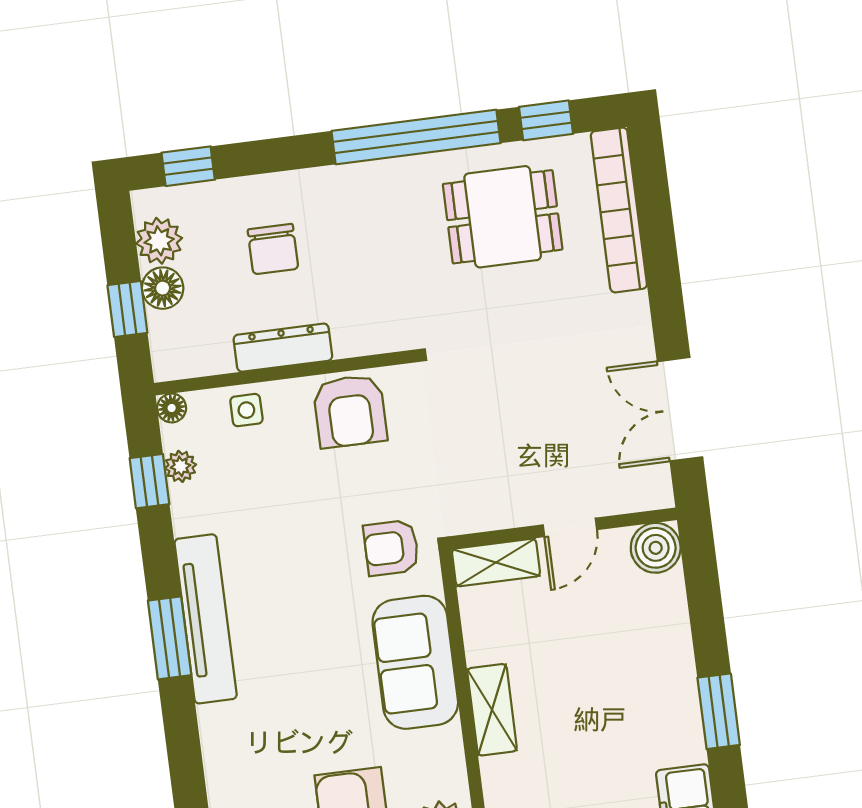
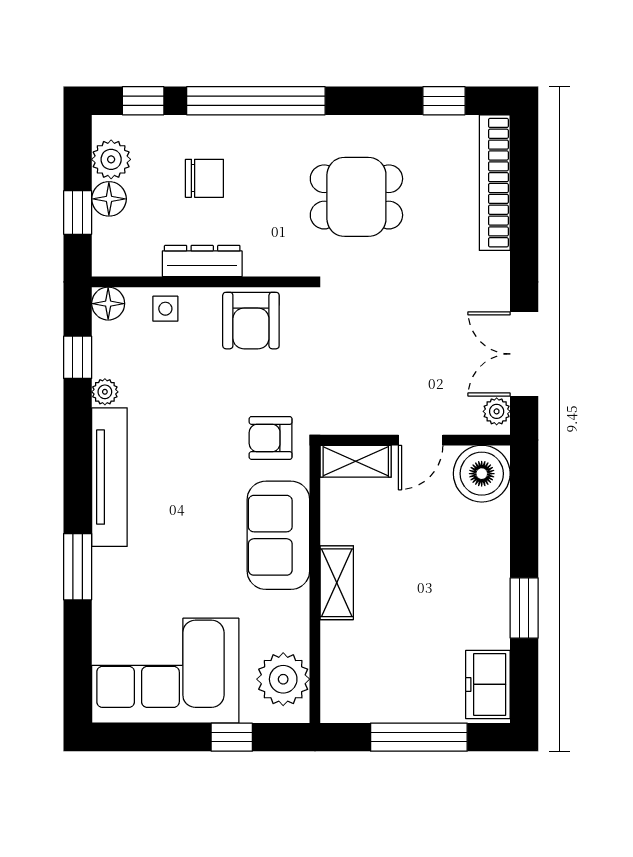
window: (416, 137) -> (256, 101), moved
dining table: (503, 217) -> (356, 197), moved
chair: (273, 249) -> (204, 178), turned -90
floor lamp: (172, 408) -> (108, 304), width x1.37, depth x1.37
plant: (181, 466) -> (105, 392), moved
plant: (656, 482) -> (497, 411), added
boiler: (656, 548) -> (482, 474), width x1.37, depth x1.37
window: (170, 638) -> (78, 567), moved

